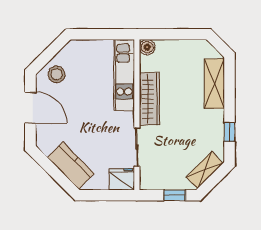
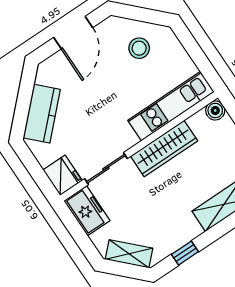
stool: (57, 74) -> (139, 48), moved
freezer: (157, 179) -> (87, 211), added
window: (175, 195) -> (83, 240), removed

